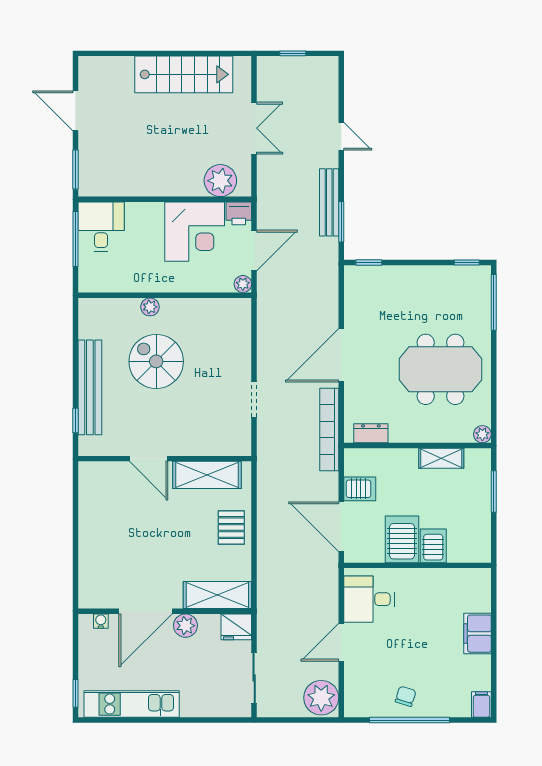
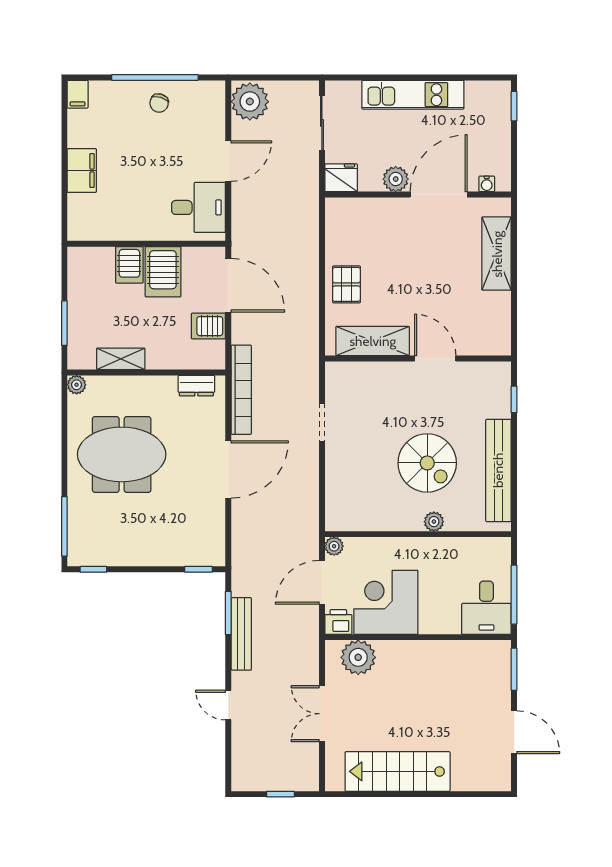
bench: (90, 387) -> (498, 470), moved
shelving: (217, 595) -> (497, 254), moved, turned 90
kitchen unit: (132, 704) -> (413, 95), moved

